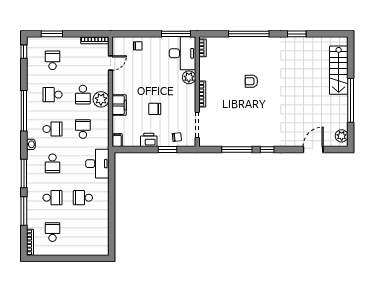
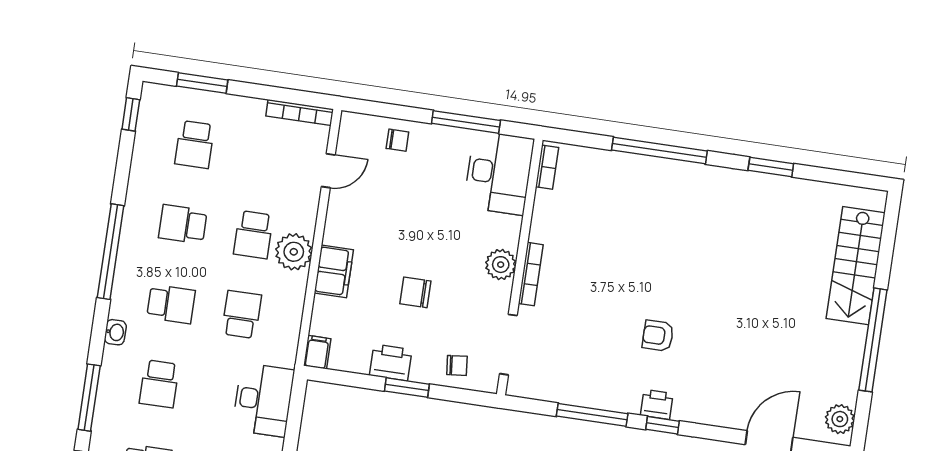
window: (176, 34) -> (466, 122), moved
school desk: (53, 60) -> (195, 144), turned 180
plant: (189, 77) -> (501, 265), moved
armchair: (251, 81) -> (658, 336), moved
printer: (263, 141) -> (657, 404), added
window: (168, 149) -> (407, 388), moved

